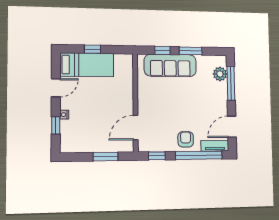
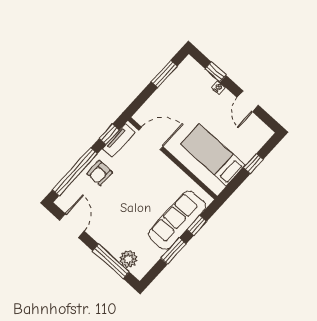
bed: (87, 65) -> (213, 155), moved, turned 90
door: (136, 128) -> (151, 138), hinge flipped
armchair: (186, 139) -> (100, 173), turned 90
tv unit: (215, 146) -> (119, 141), moved
window: (106, 157) -> (164, 74), moved

